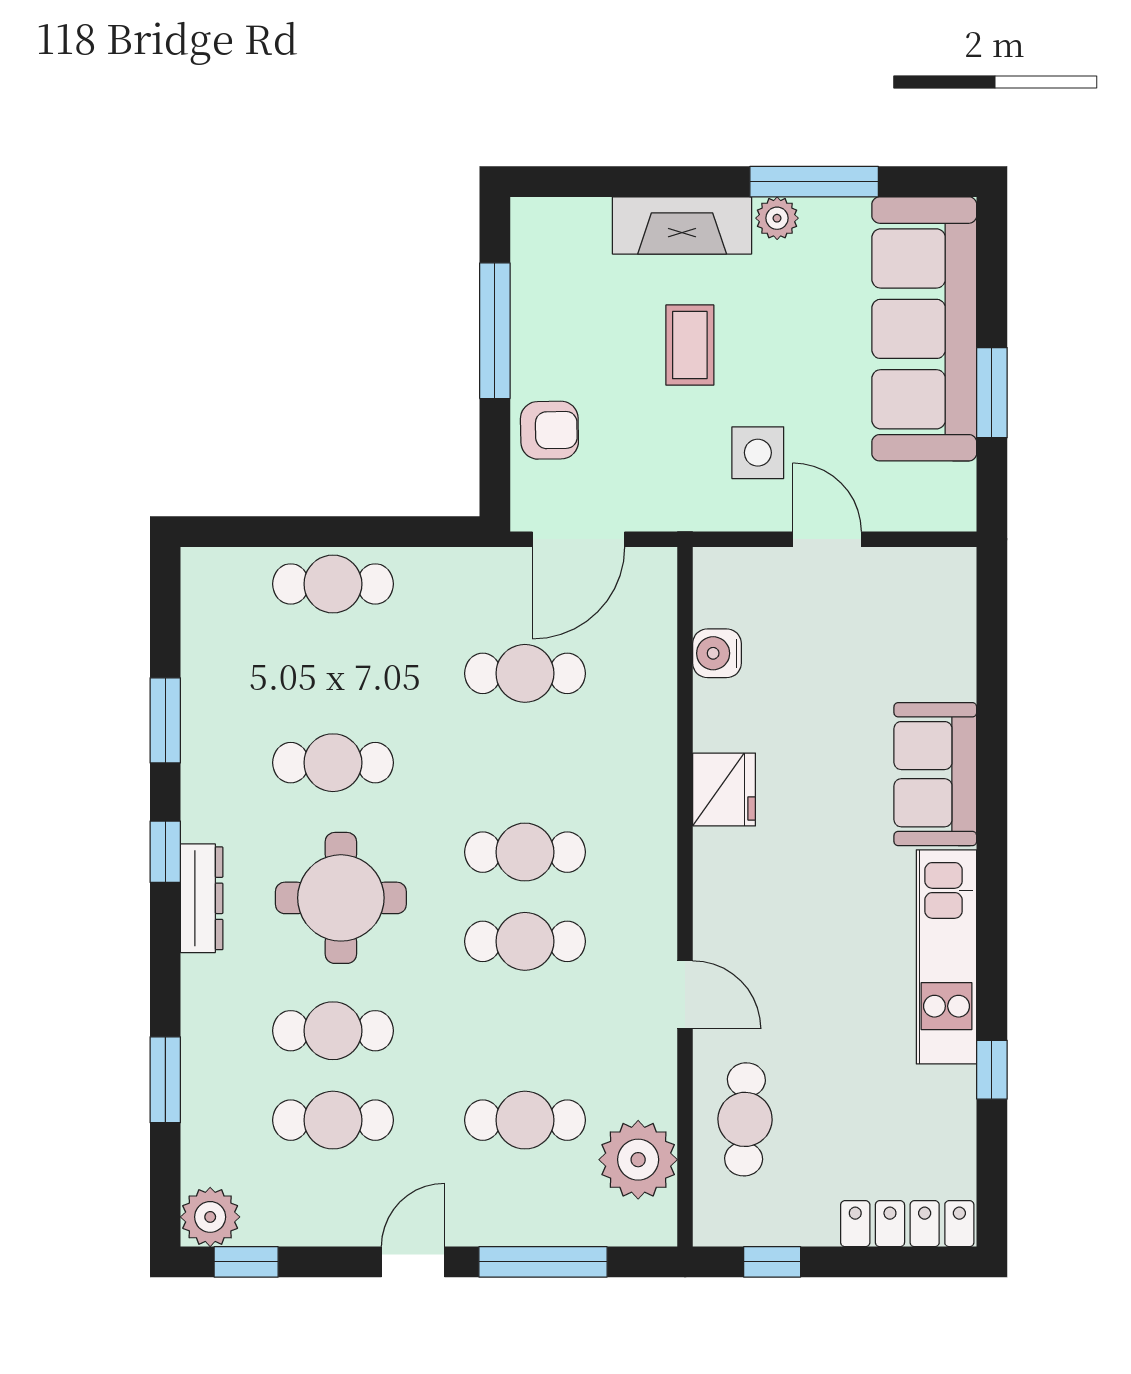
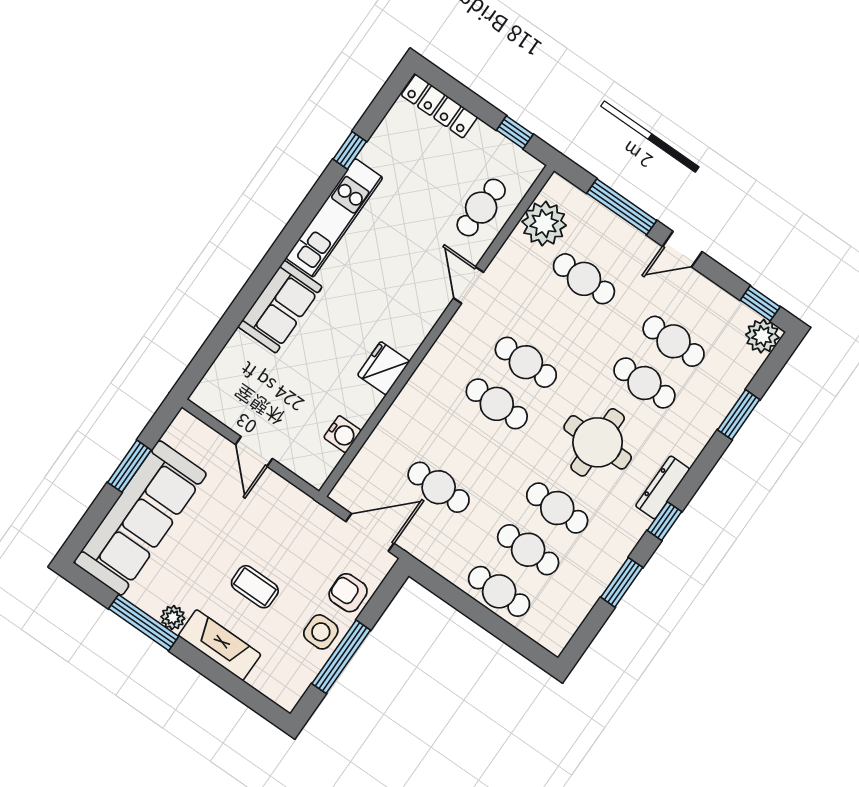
coffee table: (690, 345) -> (255, 587), turned 90
side table: (758, 453) -> (321, 632), moved
cafe table: (333, 673) -> (528, 550), added

